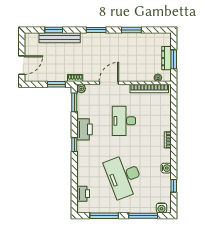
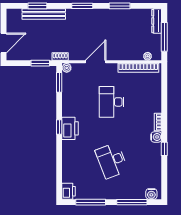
dresser: (166, 58) -> (157, 21), moved
window: (174, 59) -> (164, 37), width x1.44
printer: (85, 129) -> (70, 128), moved
water cooler: (166, 168) -> (156, 137), moved
desk: (124, 176) -> (112, 161), width x0.73, depth x0.77
window: (174, 186) -> (164, 149), moved
printer: (83, 194) -> (69, 191), moved

